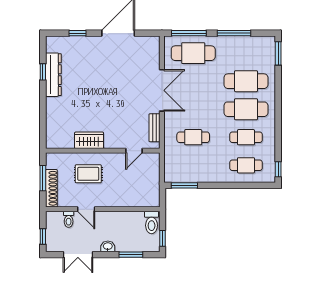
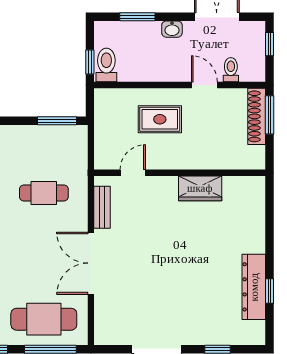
rug: (88, 174) -> (160, 119), moved
window: (43, 178) -> (269, 115), moved
window: (162, 238) -> (90, 62), moved

